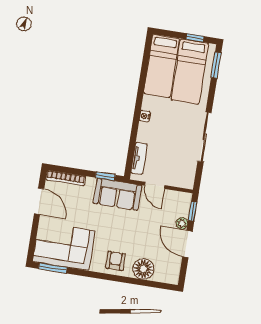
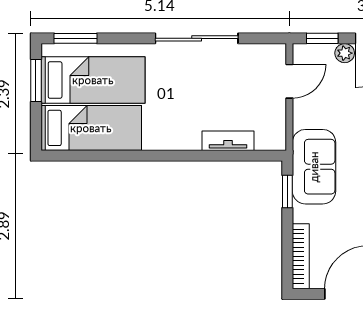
window: (195, 38) -> (36, 80), width x1.50
nightstand: (145, 116) -> (178, 142), removed
tv unit: (139, 158) -> (228, 141), moved
door: (155, 185) -> (289, 81), moved

